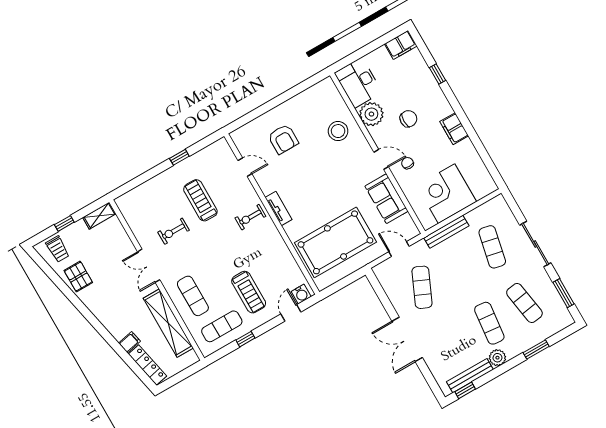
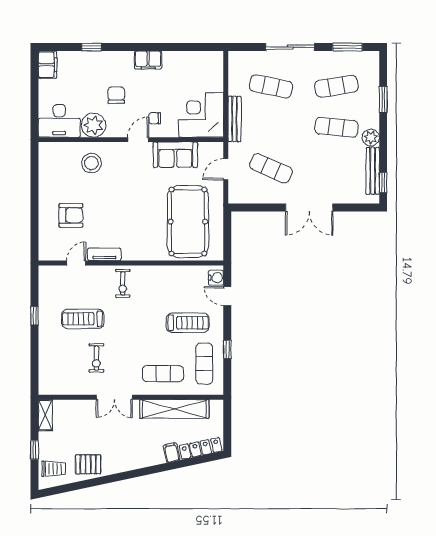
corner desk: (447, 194) -> (201, 115), moved, turned 90
tv unit: (279, 209) -> (104, 254), moved

